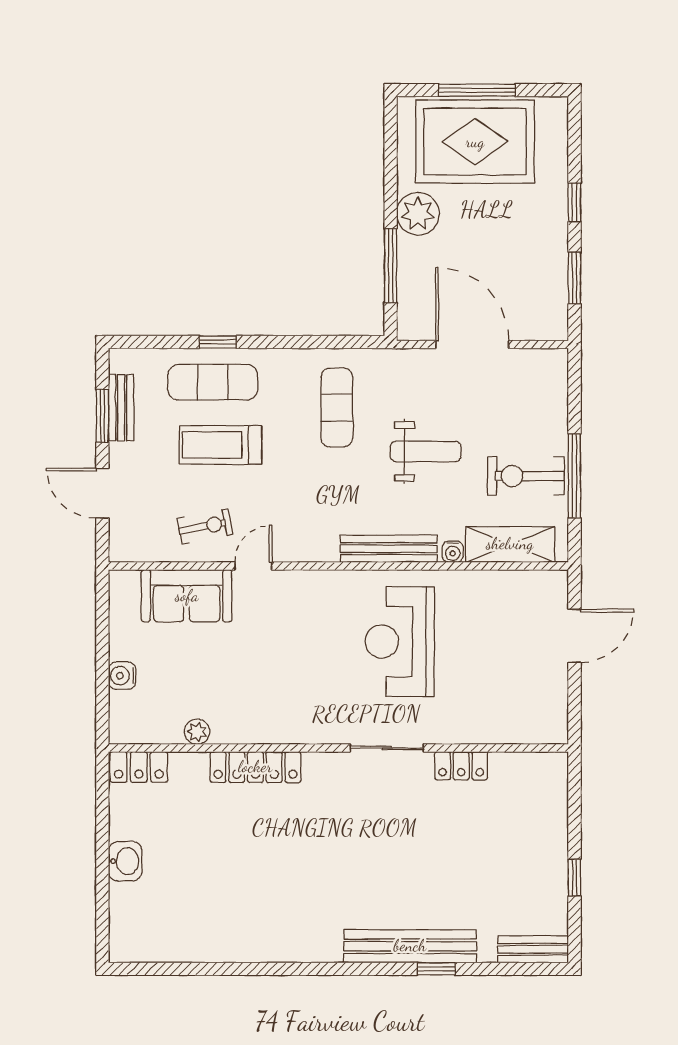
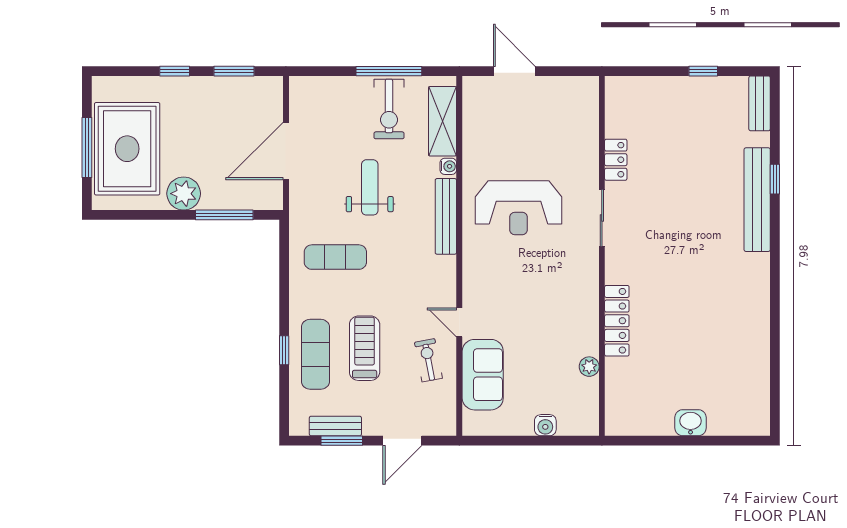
treadmill: (220, 445) -> (365, 348), turned 180
locker: (139, 767) -> (617, 412), removed

